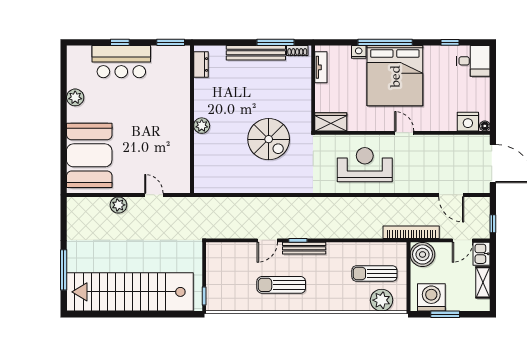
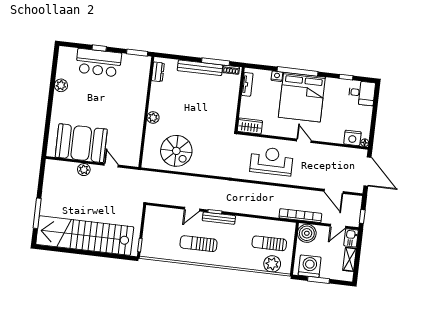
spiral stairs: (269, 139) -> (176, 151), moved
booth: (89, 155) -> (81, 143), moved, turned 90

